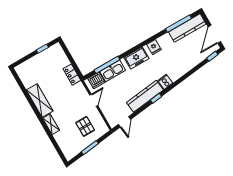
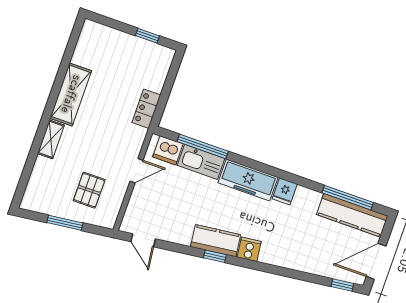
freezer: (137, 58) -> (248, 180), width x1.40
kitchen counter: (145, 96) -> (216, 241), width x0.67
door: (124, 122) -> (143, 240), hinge flipped

